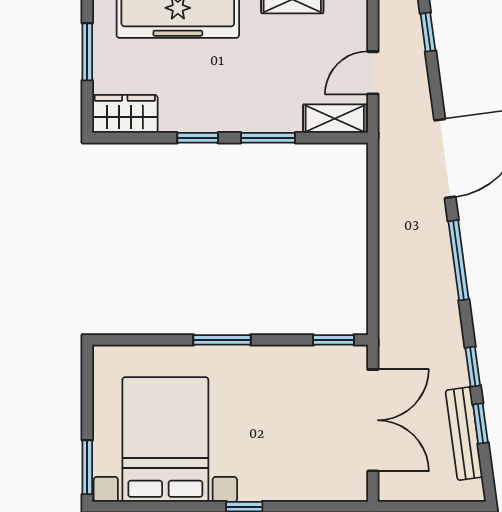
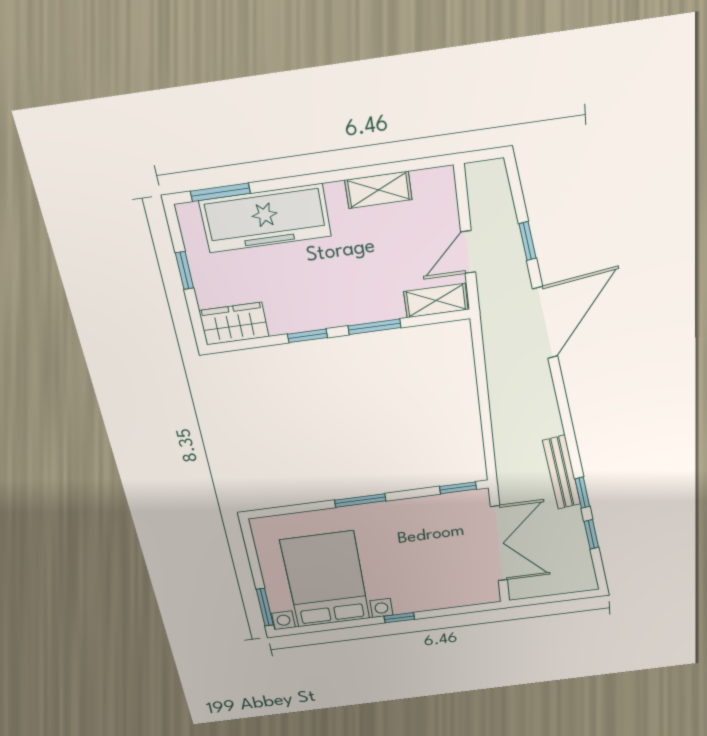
window: (428, 32) -> (527, 241), moved
window: (87, 52) -> (184, 271), width x0.67
window: (459, 260) -> (564, 409), removed
bench: (464, 434) -> (562, 473), moved

